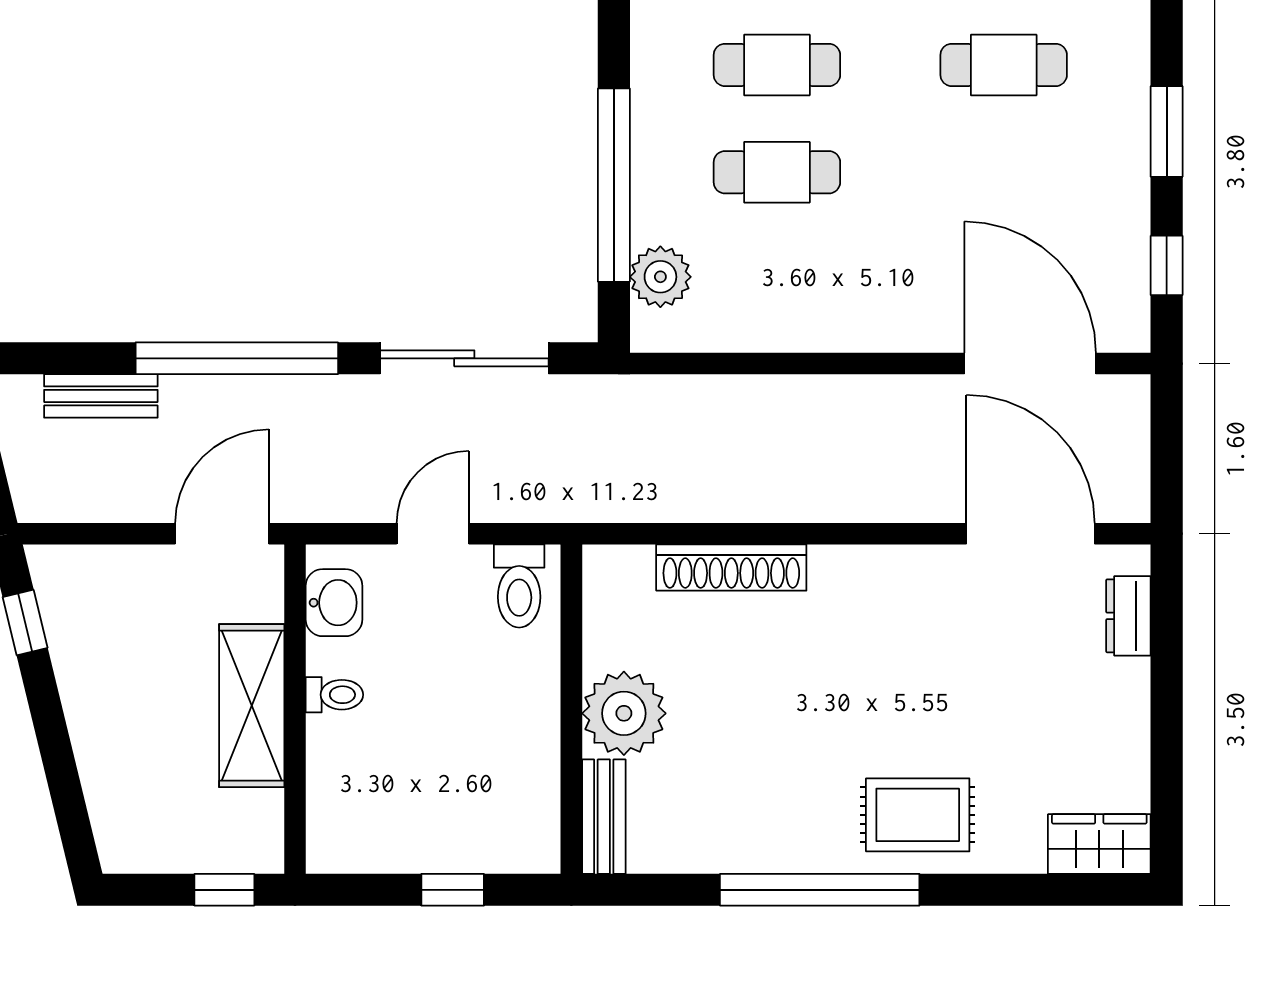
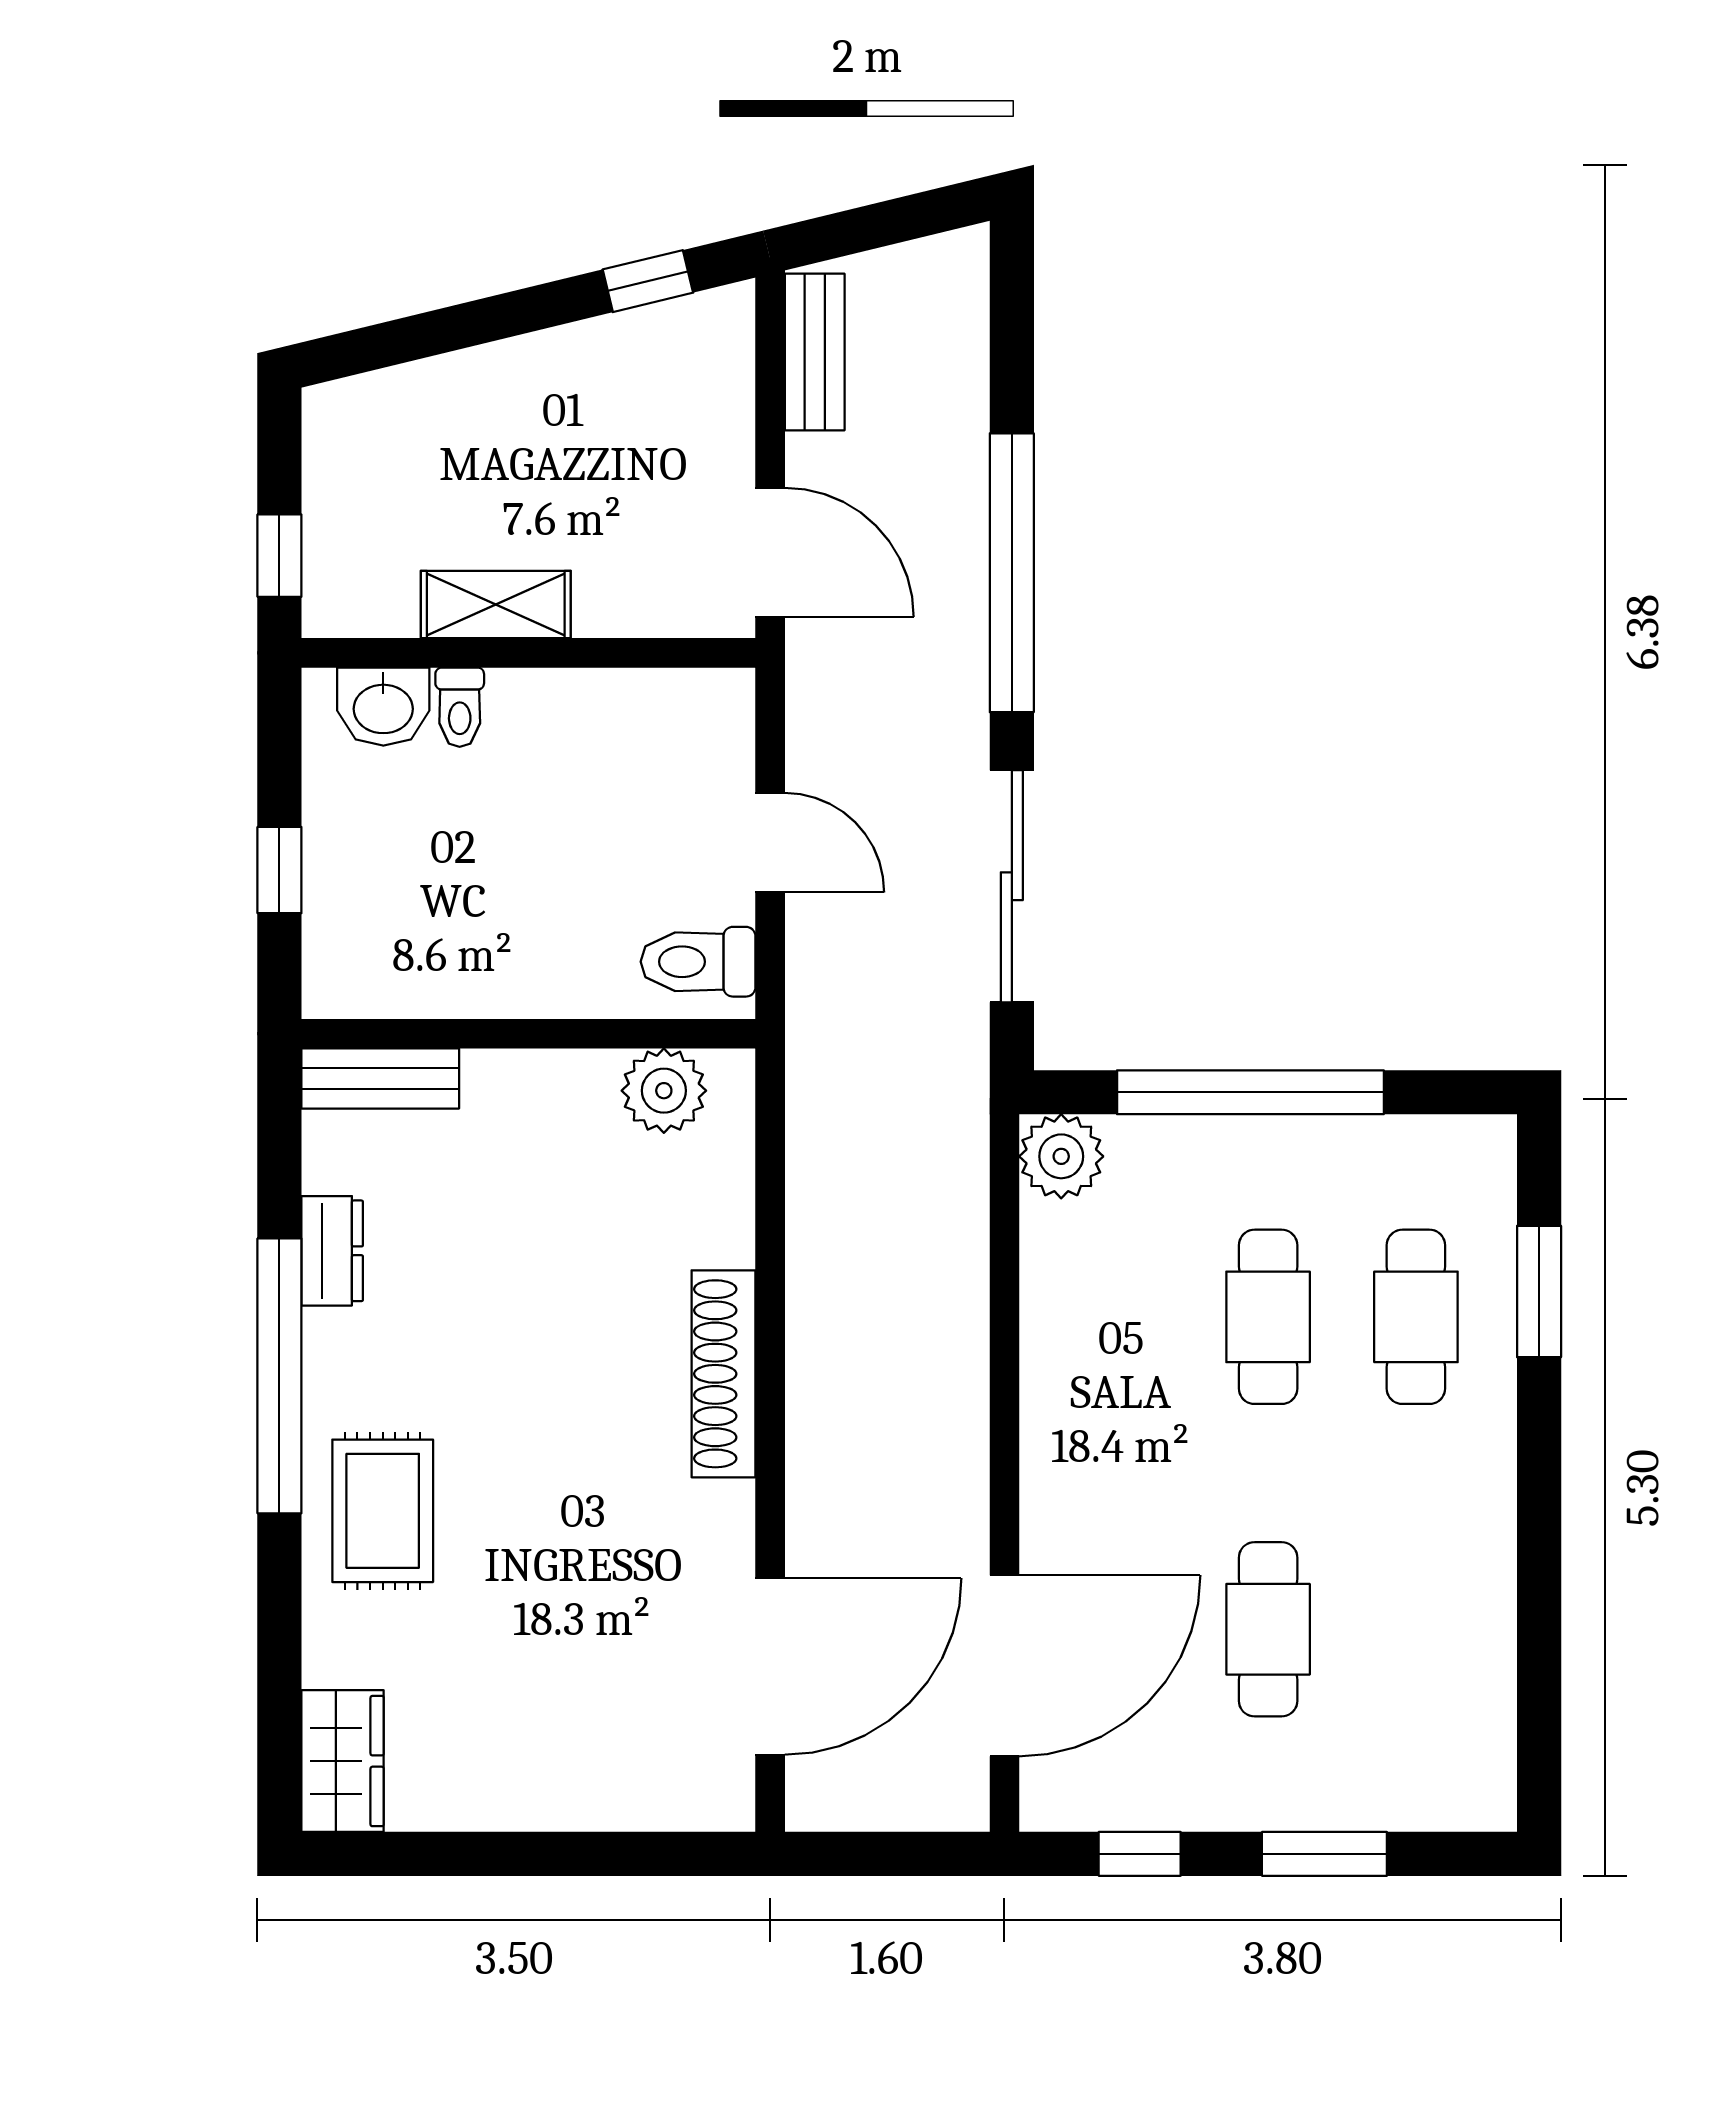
cafe table: (1004, 65) -> (1268, 1629), moved
plant: (660, 277) -> (1061, 1156), moved
bench: (101, 396) -> (815, 352), moved
shoe rack: (731, 568) -> (724, 1374), moved
washbasin: (334, 603) -> (383, 707), moved
dresser: (1128, 616) -> (332, 1251), moved, turned 90
toilet: (334, 695) -> (460, 707), moved
shelving: (252, 706) -> (496, 605), width x0.67, depth x0.75
plant: (624, 713) -> (664, 1091), moved, width x0.73, depth x0.73

